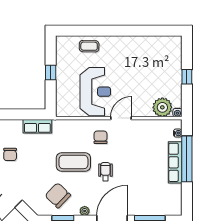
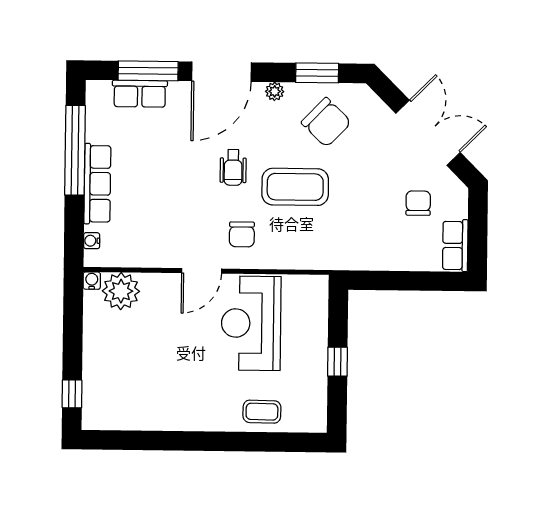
window: (187, 77) -> (72, 394), moved
row of seats: (37, 126) -> (140, 94), moved, turned 180
window: (187, 159) -> (75, 150), moved

